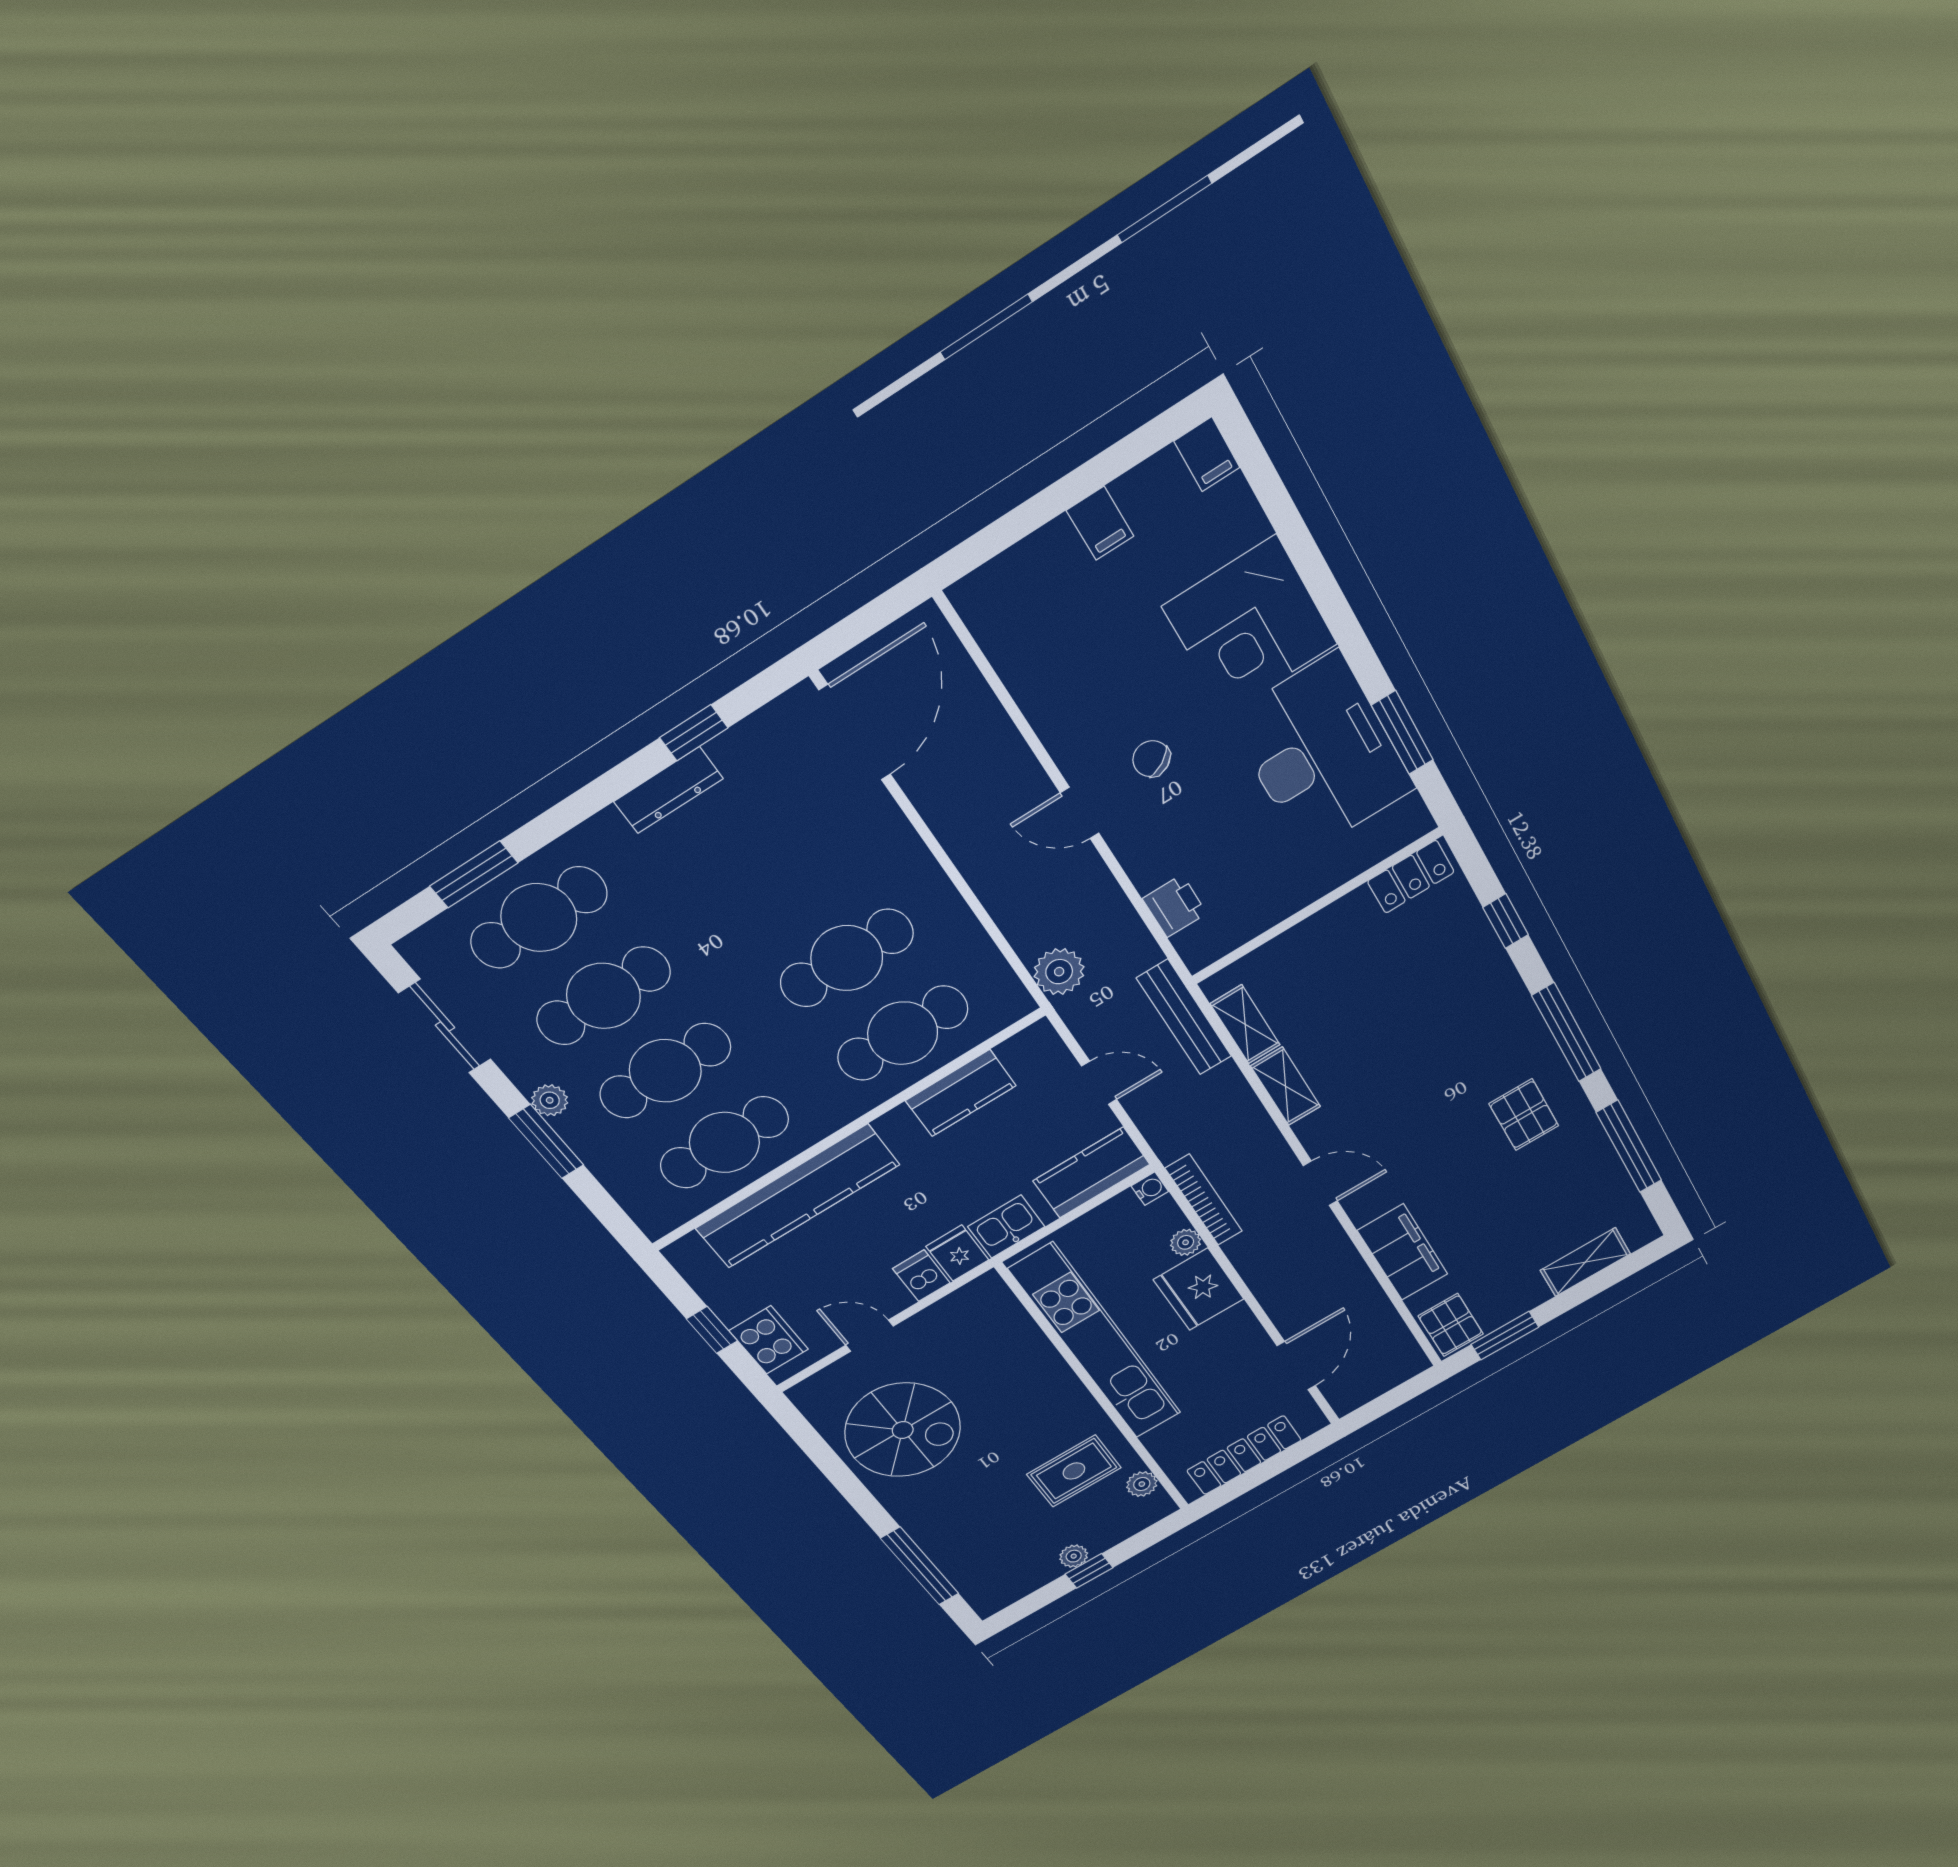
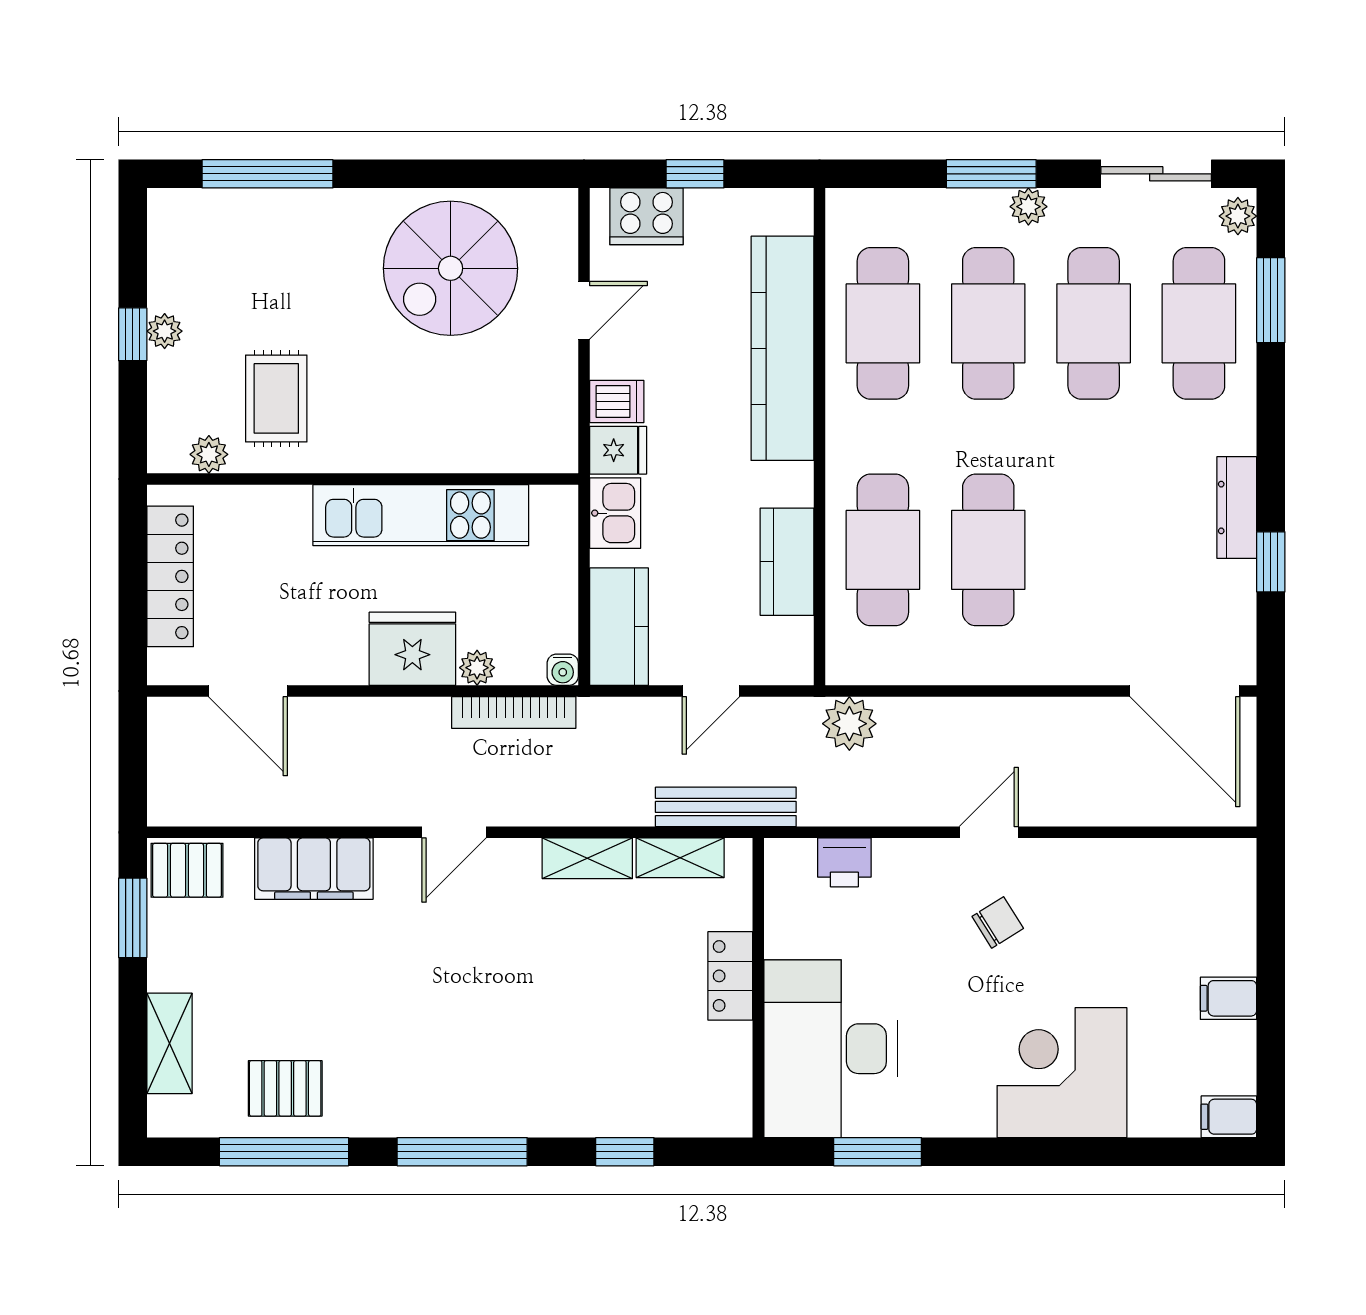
desk: (1322, 754) -> (830, 1049), moved, turned 90
locker: (1411, 877) -> (730, 976), moved
plant: (426, 944) -> (1238, 216), added
pallet: (1524, 1115) -> (285, 1088), moved
kitchen unit: (1096, 1342) -> (421, 515), width x0.73

